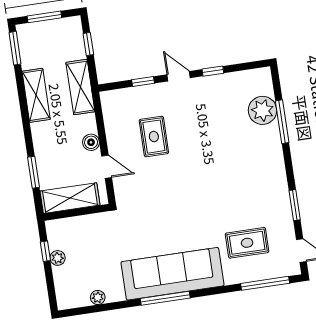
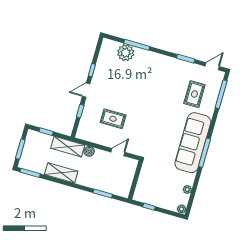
boiler: (91, 142) -> (89, 151), moved
shelving: (70, 198) -> (126, 180), removed
plant: (58, 258) -> (182, 209), moved

